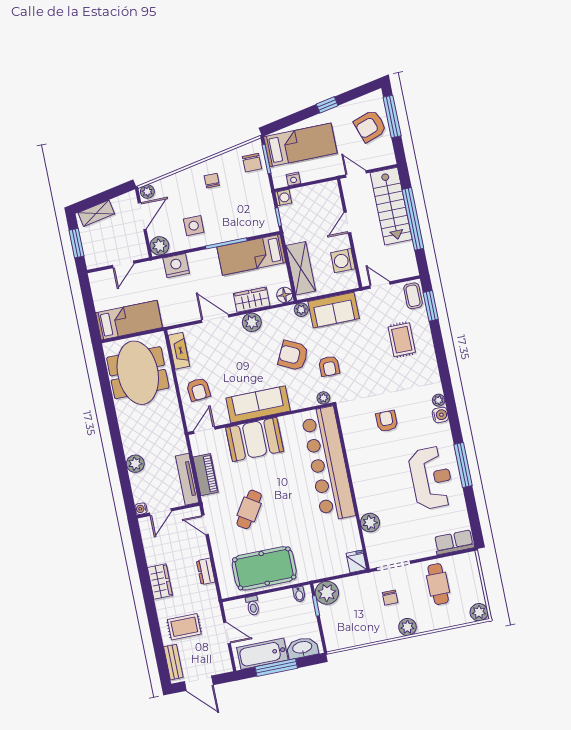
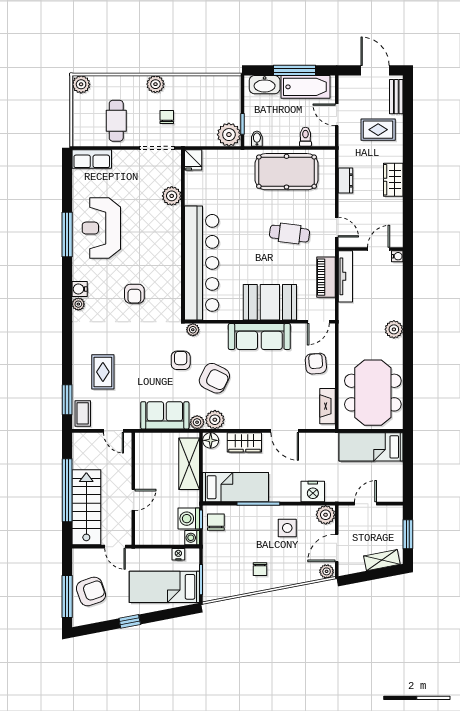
chair: (252, 163) -> (216, 522), moved
washing machine: (343, 261) -> (189, 519), moved, turned 180
plant: (252, 322) -> (215, 420), moved
plant: (135, 464) -> (394, 329), moved
cafe table: (249, 509) -> (290, 234), turned 64

